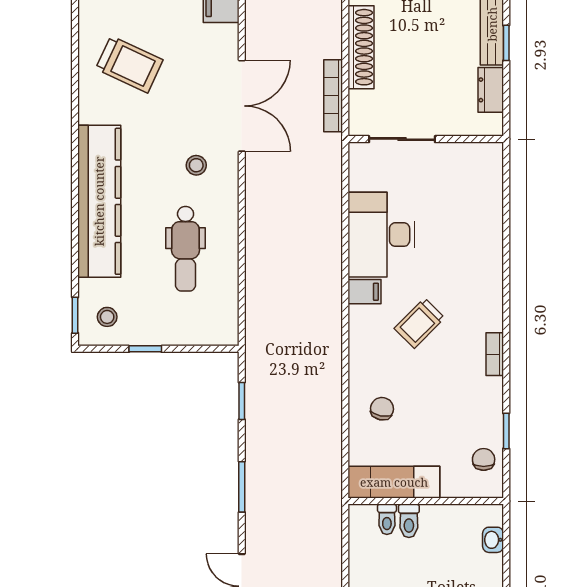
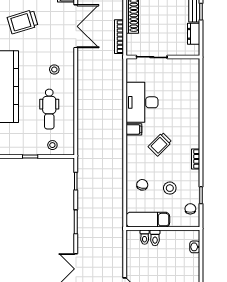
trolley: (129, 64) -> (23, 22), turned 138
double door: (242, 106) -> (76, 26), moved
stool: (107, 317) -> (52, 145), moved
stool: (440, 416) -> (170, 188), added

